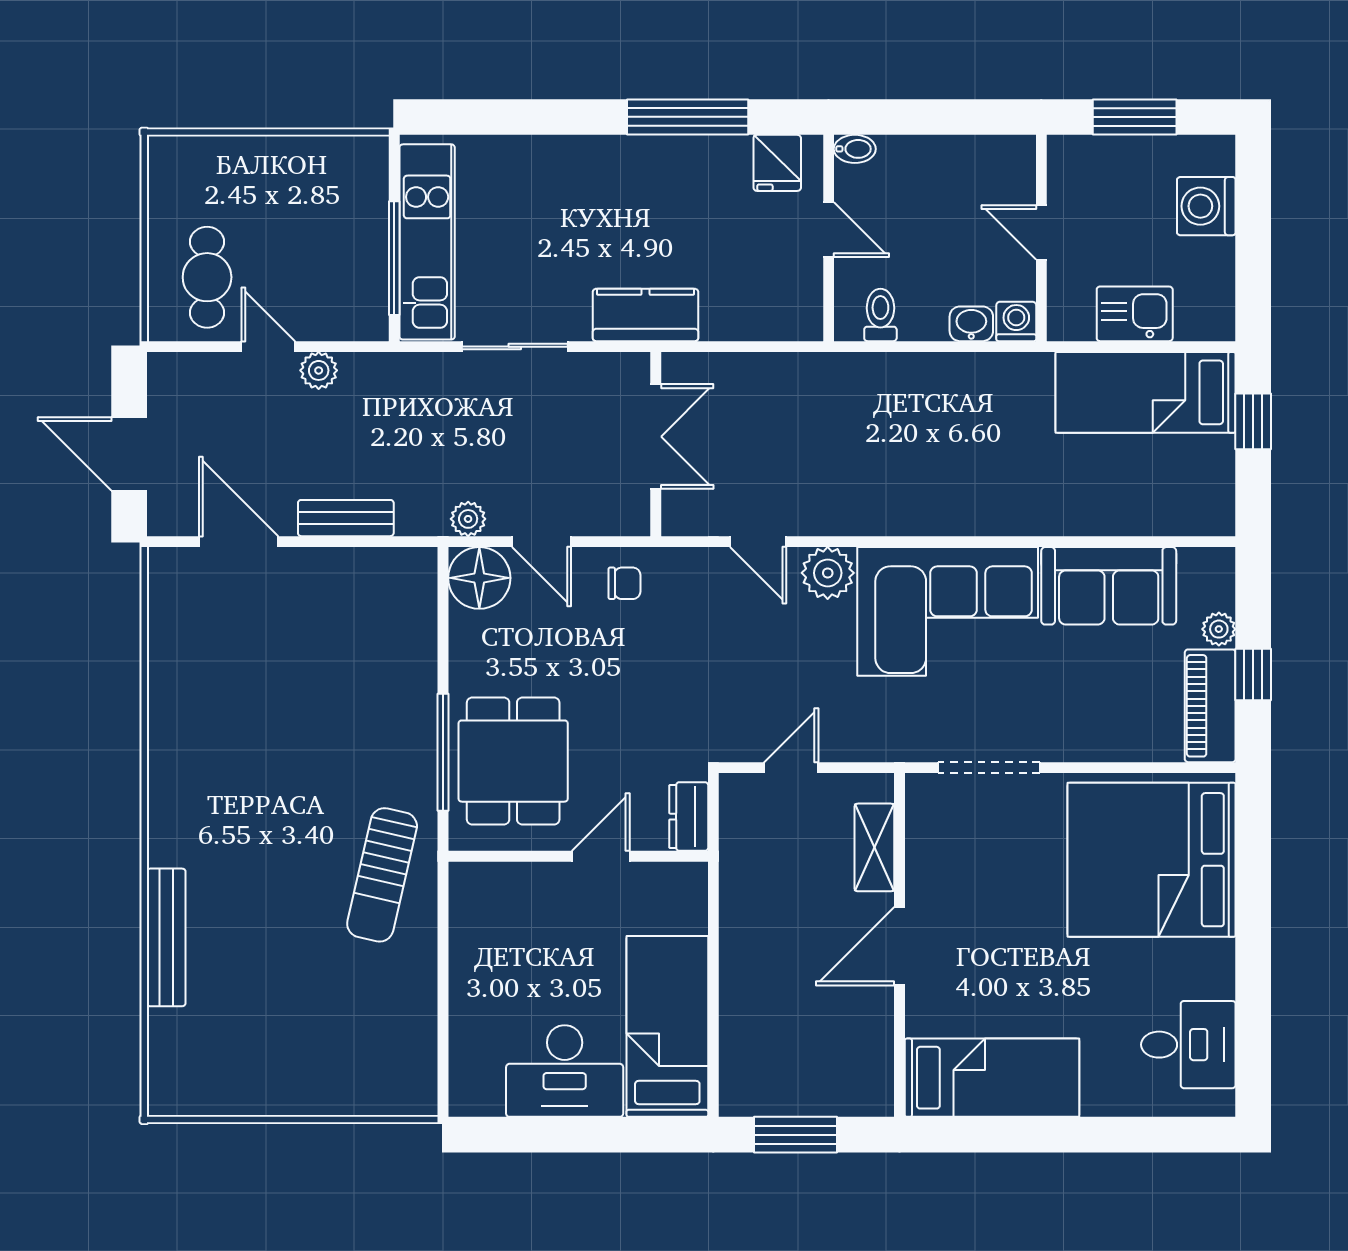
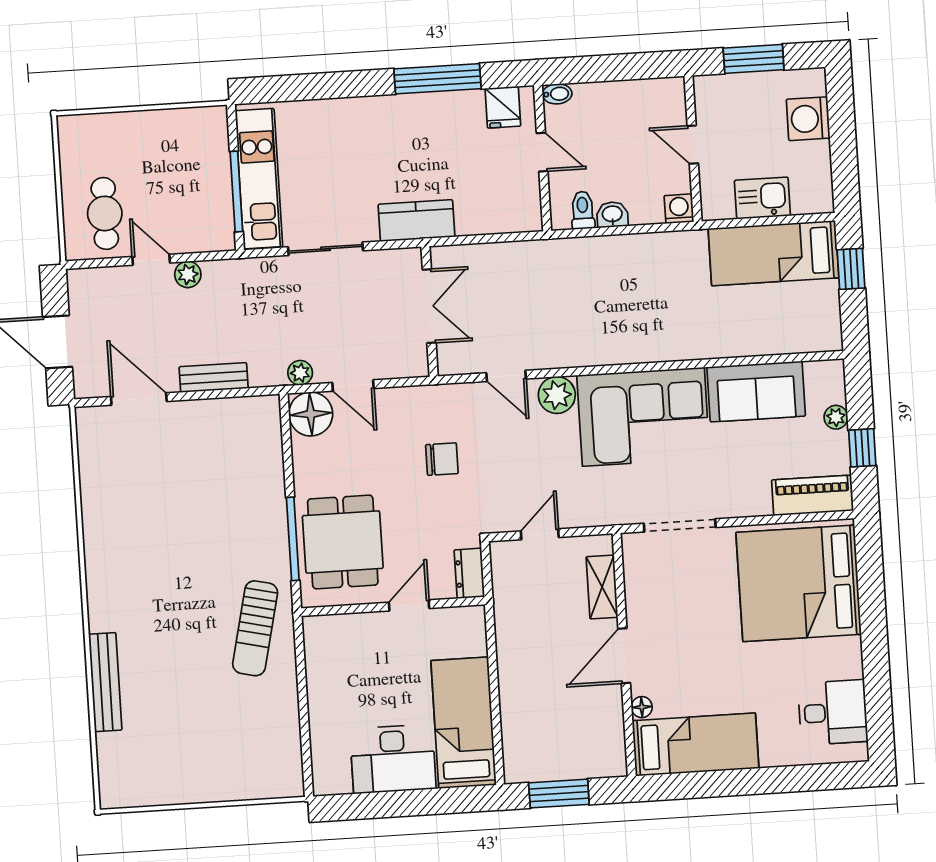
washbasin: (971, 324) -> (612, 215), moved
chair: (624, 583) -> (442, 459), moved, width x1.37, depth x1.37
piano: (1210, 706) -> (813, 495), moved, turned 90
floor lamp: (920, 1020) -> (642, 707), added

